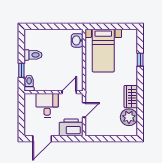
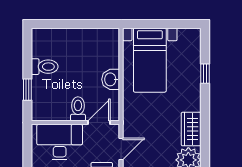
washbasin: (77, 40) -> (111, 79), moved
toilet: (29, 83) -> (78, 109), moved
desk: (47, 105) -> (60, 142), width x1.37

